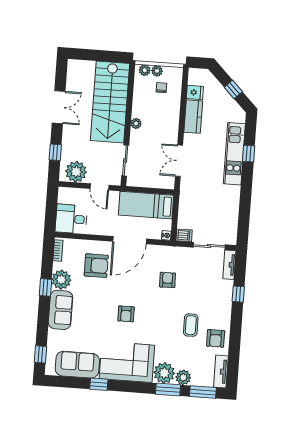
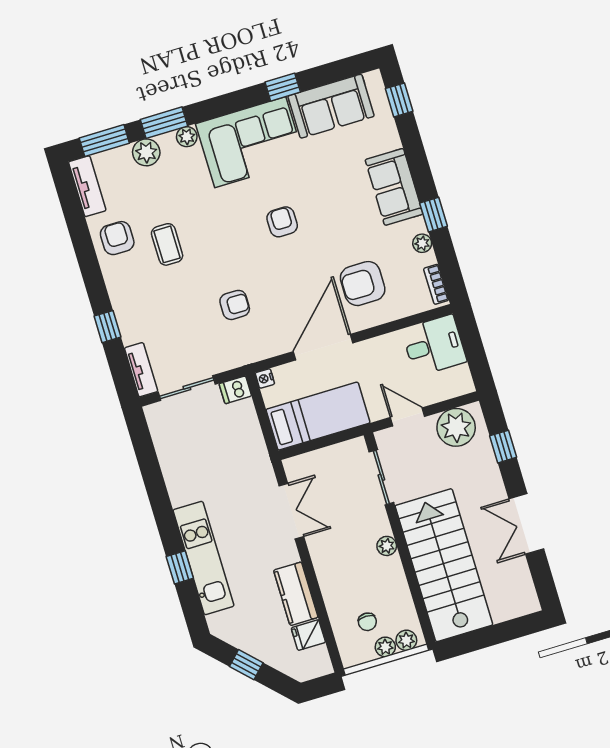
plant: (61, 280) -> (422, 243), width x0.53, depth x0.53
armchair: (167, 280) -> (235, 305), turned -89
plant: (164, 373) -> (187, 137), width x0.53, depth x0.53

